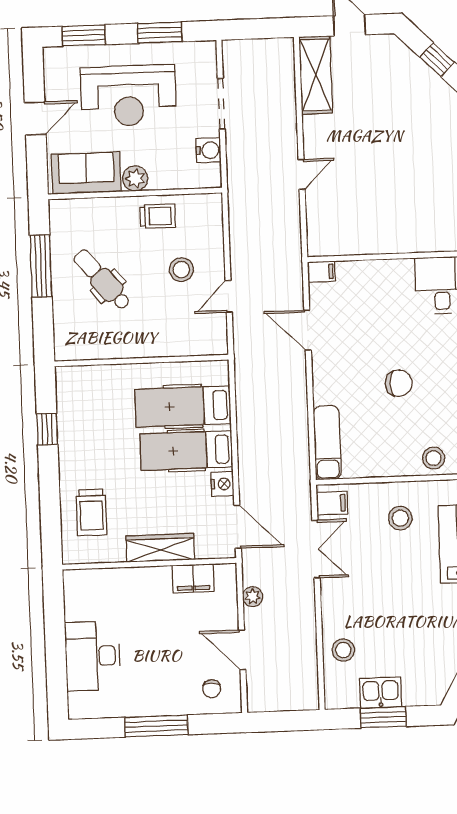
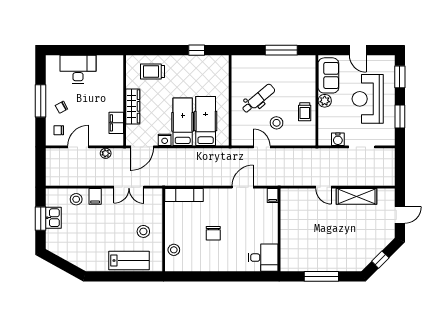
shelving: (316, 75) -> (357, 196), moved
dental chair: (102, 280) -> (258, 99), moved
filing cabinet: (332, 503) -> (95, 196), moved
chair: (167, 685) -> (61, 107), added

